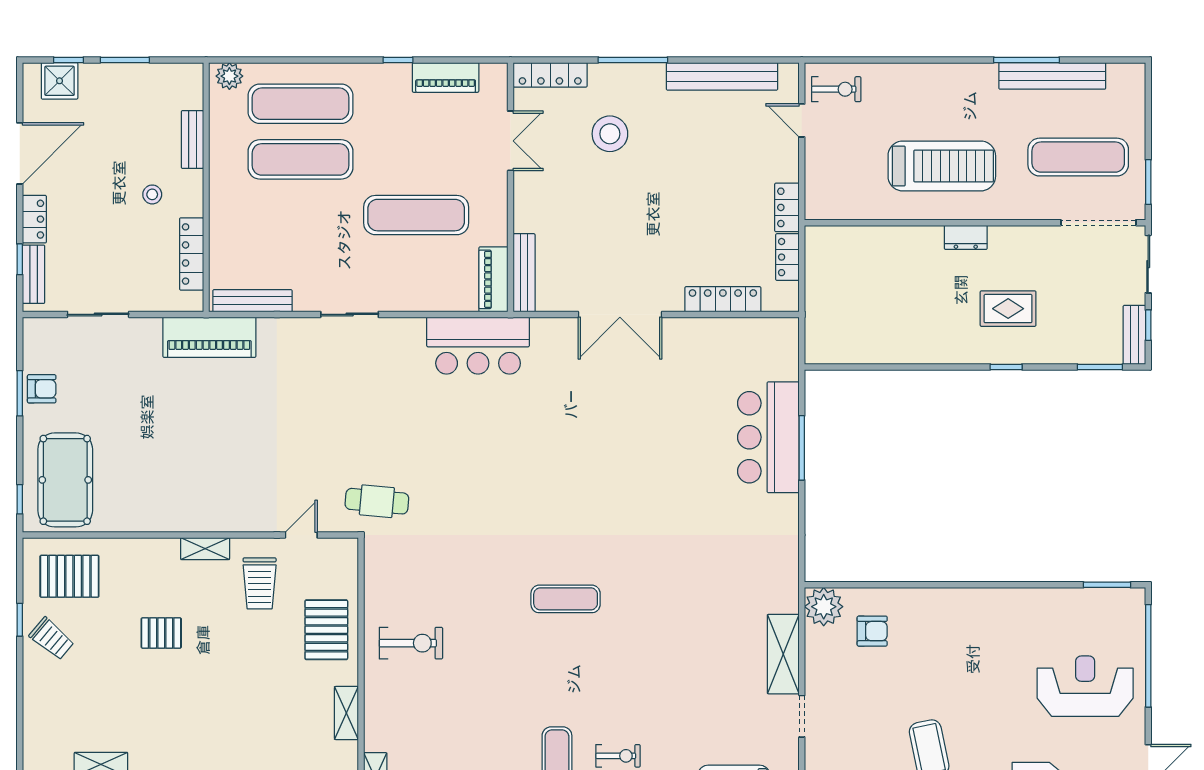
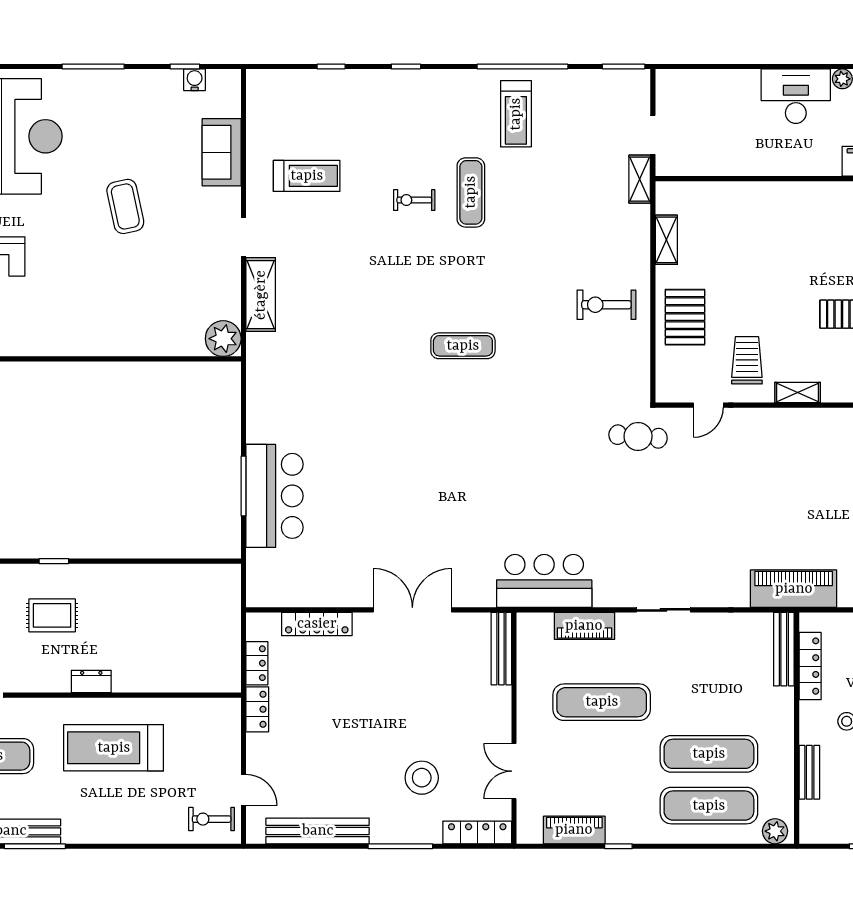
piano: (493, 279) -> (584, 626), moved, turned 90
bench: (252, 301) -> (784, 649), moved, turned 90
armchair: (872, 631) -> (178, 316), removed

